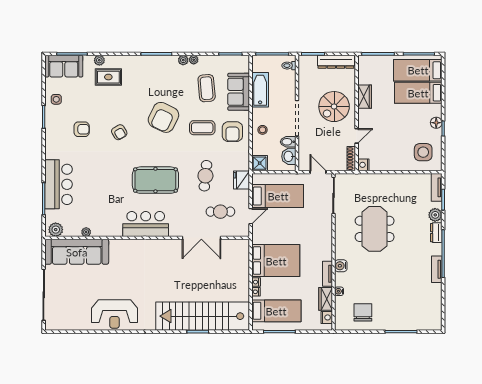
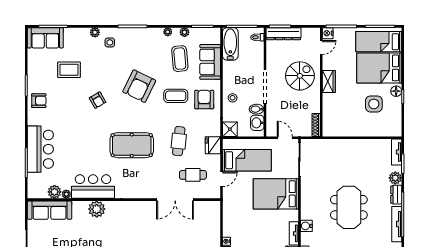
plant: (99, 60) -> (95, 32), moved
plant: (183, 60) -> (185, 32), moved
dresser: (336, 62) -> (284, 34), moved
rug: (108, 77) -> (69, 70), moved
bathtub: (260, 90) -> (230, 44), moved
bed: (418, 93) -> (379, 68), width x1.50
wardrobe: (365, 97) -> (329, 81), moved
side table: (56, 99) -> (110, 42), moved
spiral stairs: (334, 107) -> (300, 76), turned 180
armchair: (82, 129) -> (39, 101), moved
armchair: (232, 132) -> (204, 100), turned 180
door: (357, 136) -> (321, 47), moved
side table: (423, 152) -> (374, 104), moved
nightstand: (363, 165) -> (328, 33), moved
bar counter: (146, 224) -> (93, 187), moved
meeting table: (375, 229) -> (349, 207), moved
plant: (56, 230) -> (54, 192), moved
plant: (118, 248) -> (97, 209), added
sofa: (77, 252) -> (50, 210), width x0.74, depth x0.79
bed: (276, 261) -> (276, 194), moved, turned 180
tv unit: (437, 269) -> (397, 224), width x1.41

